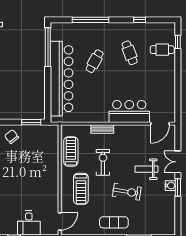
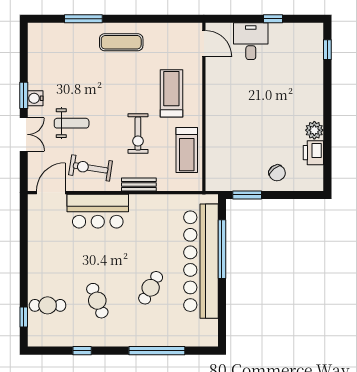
window: (48, 47) -> (222, 249), moved
exercise bike: (127, 192) -> (91, 168), moved
door: (60, 222) -> (204, 43), swing flipped

